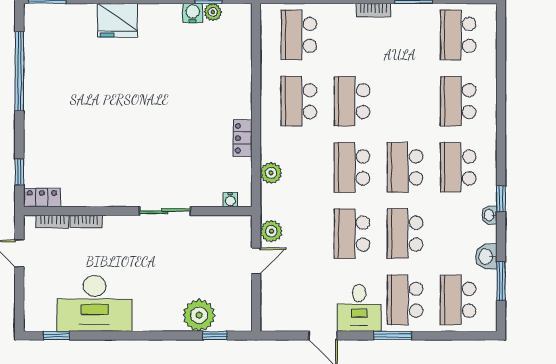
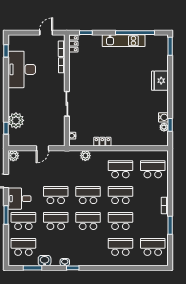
kitchen unit: (36, 95) -> (124, 41), added
school desk: (458, 167) -> (120, 221), moved
plant: (271, 231) -> (13, 156), moved
door: (256, 261) -> (42, 148), hinge flipped

